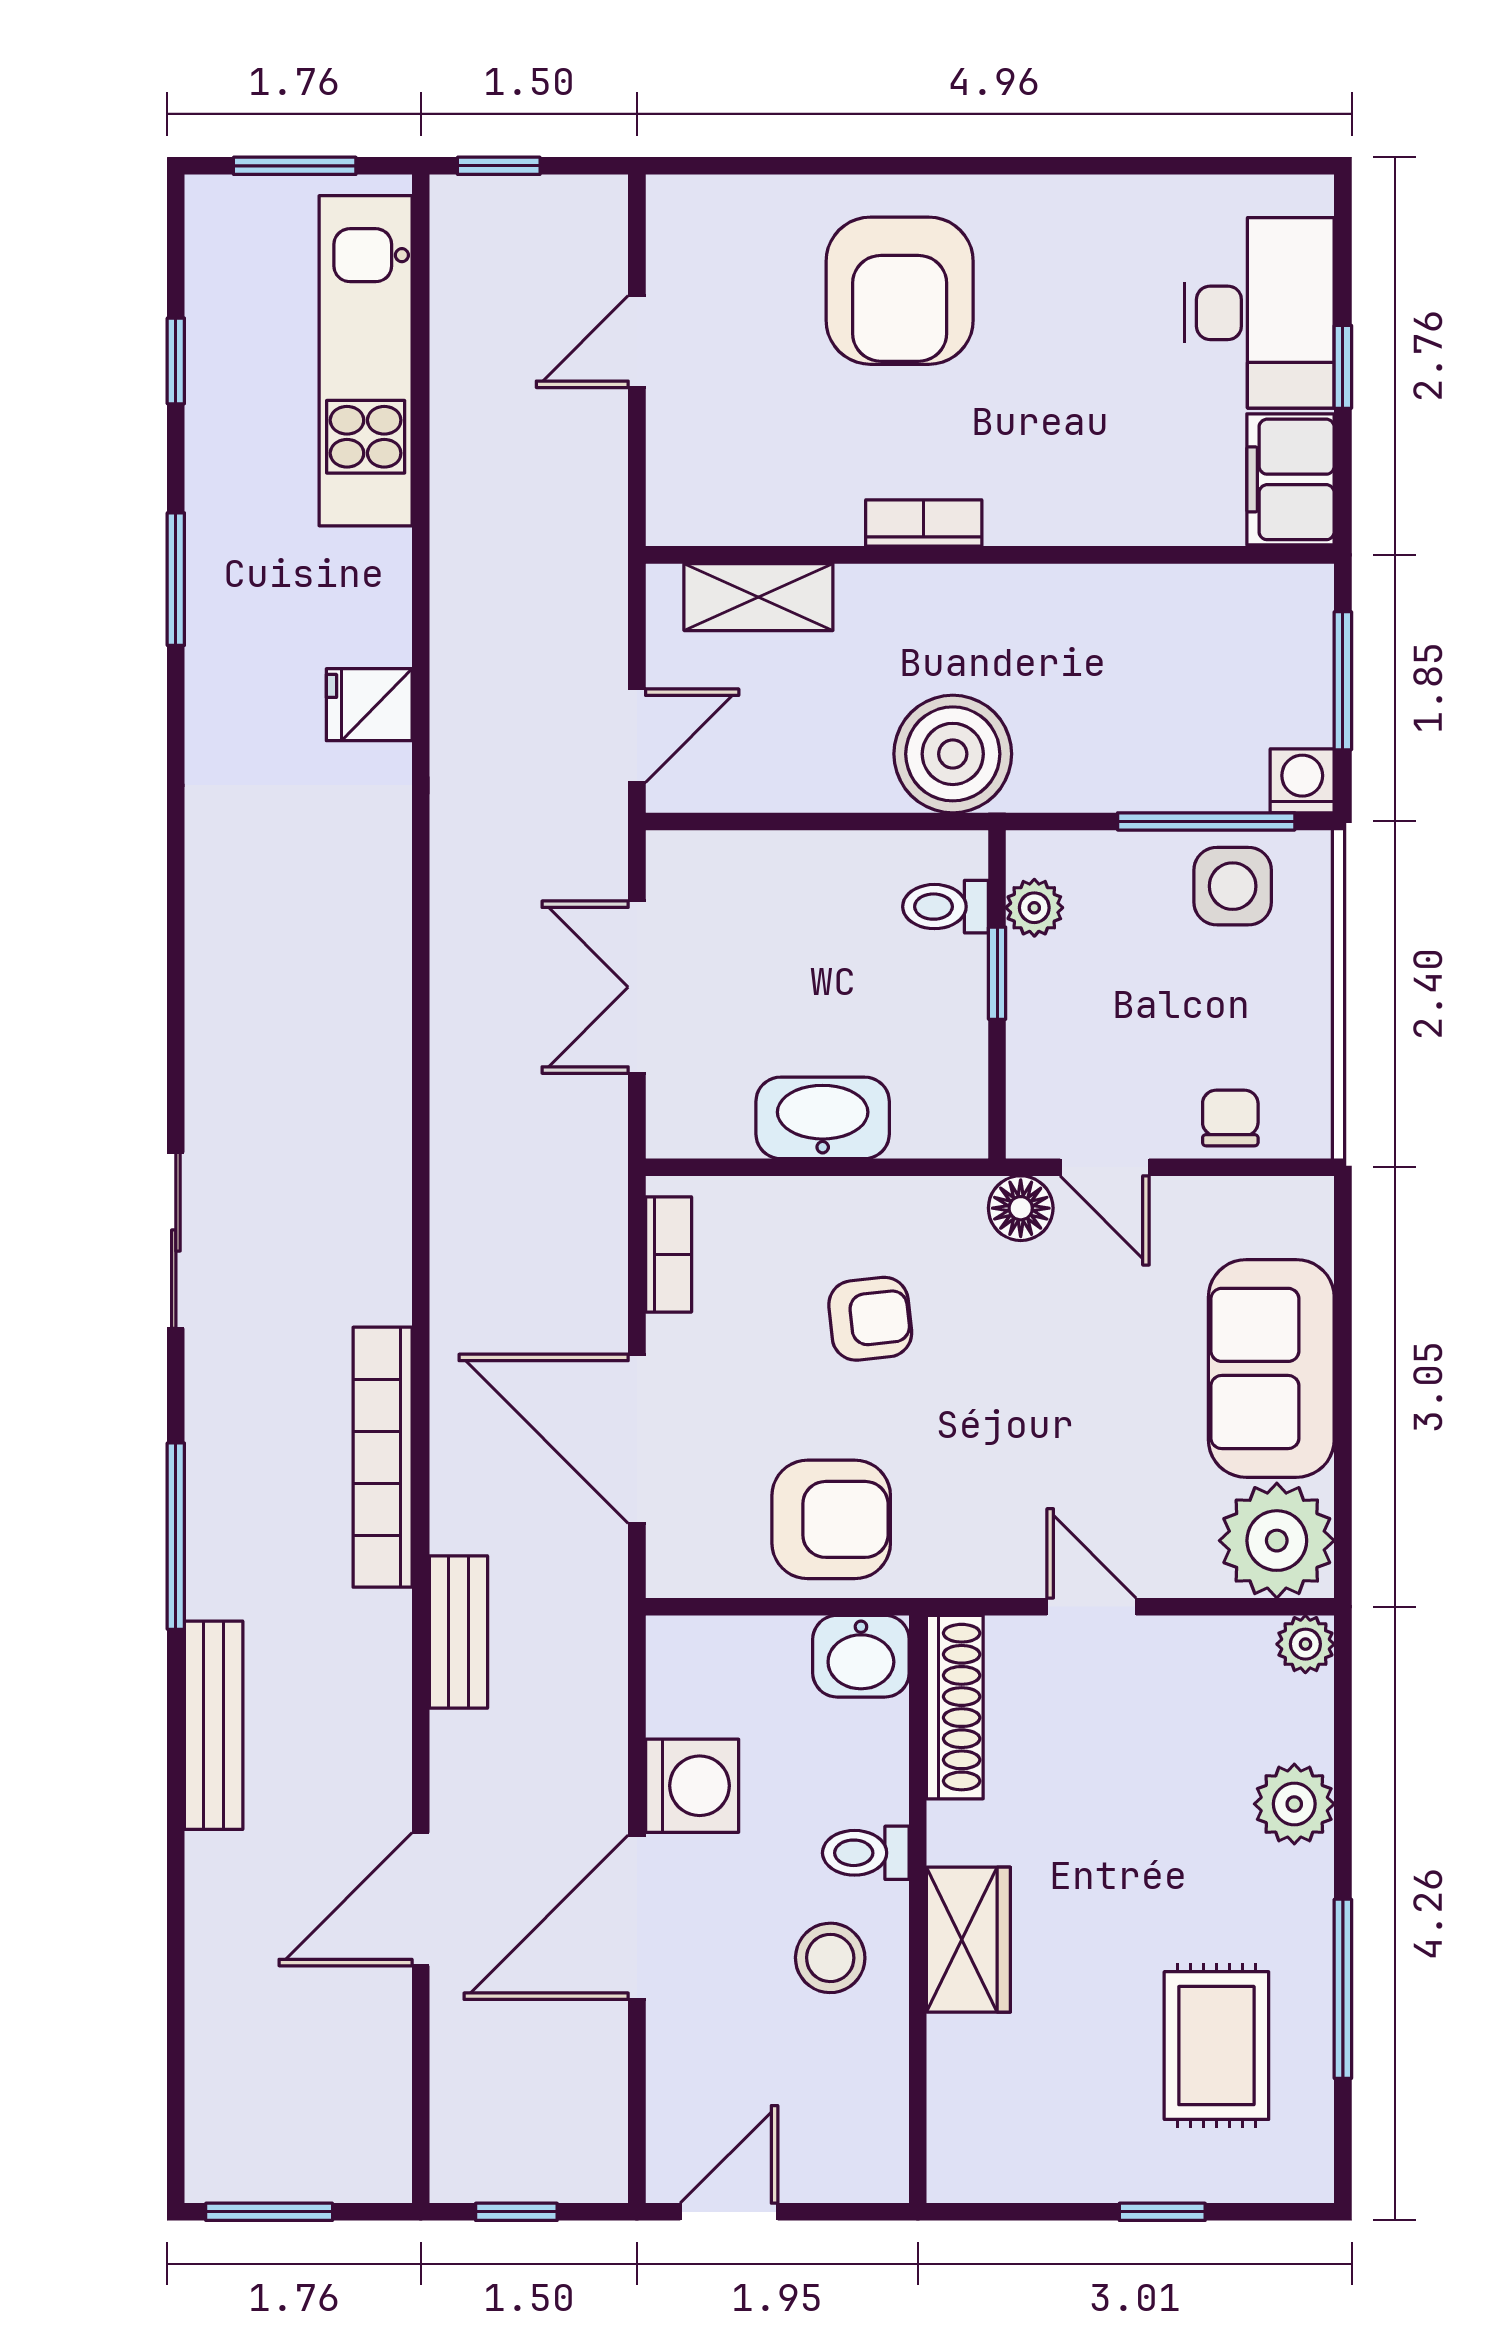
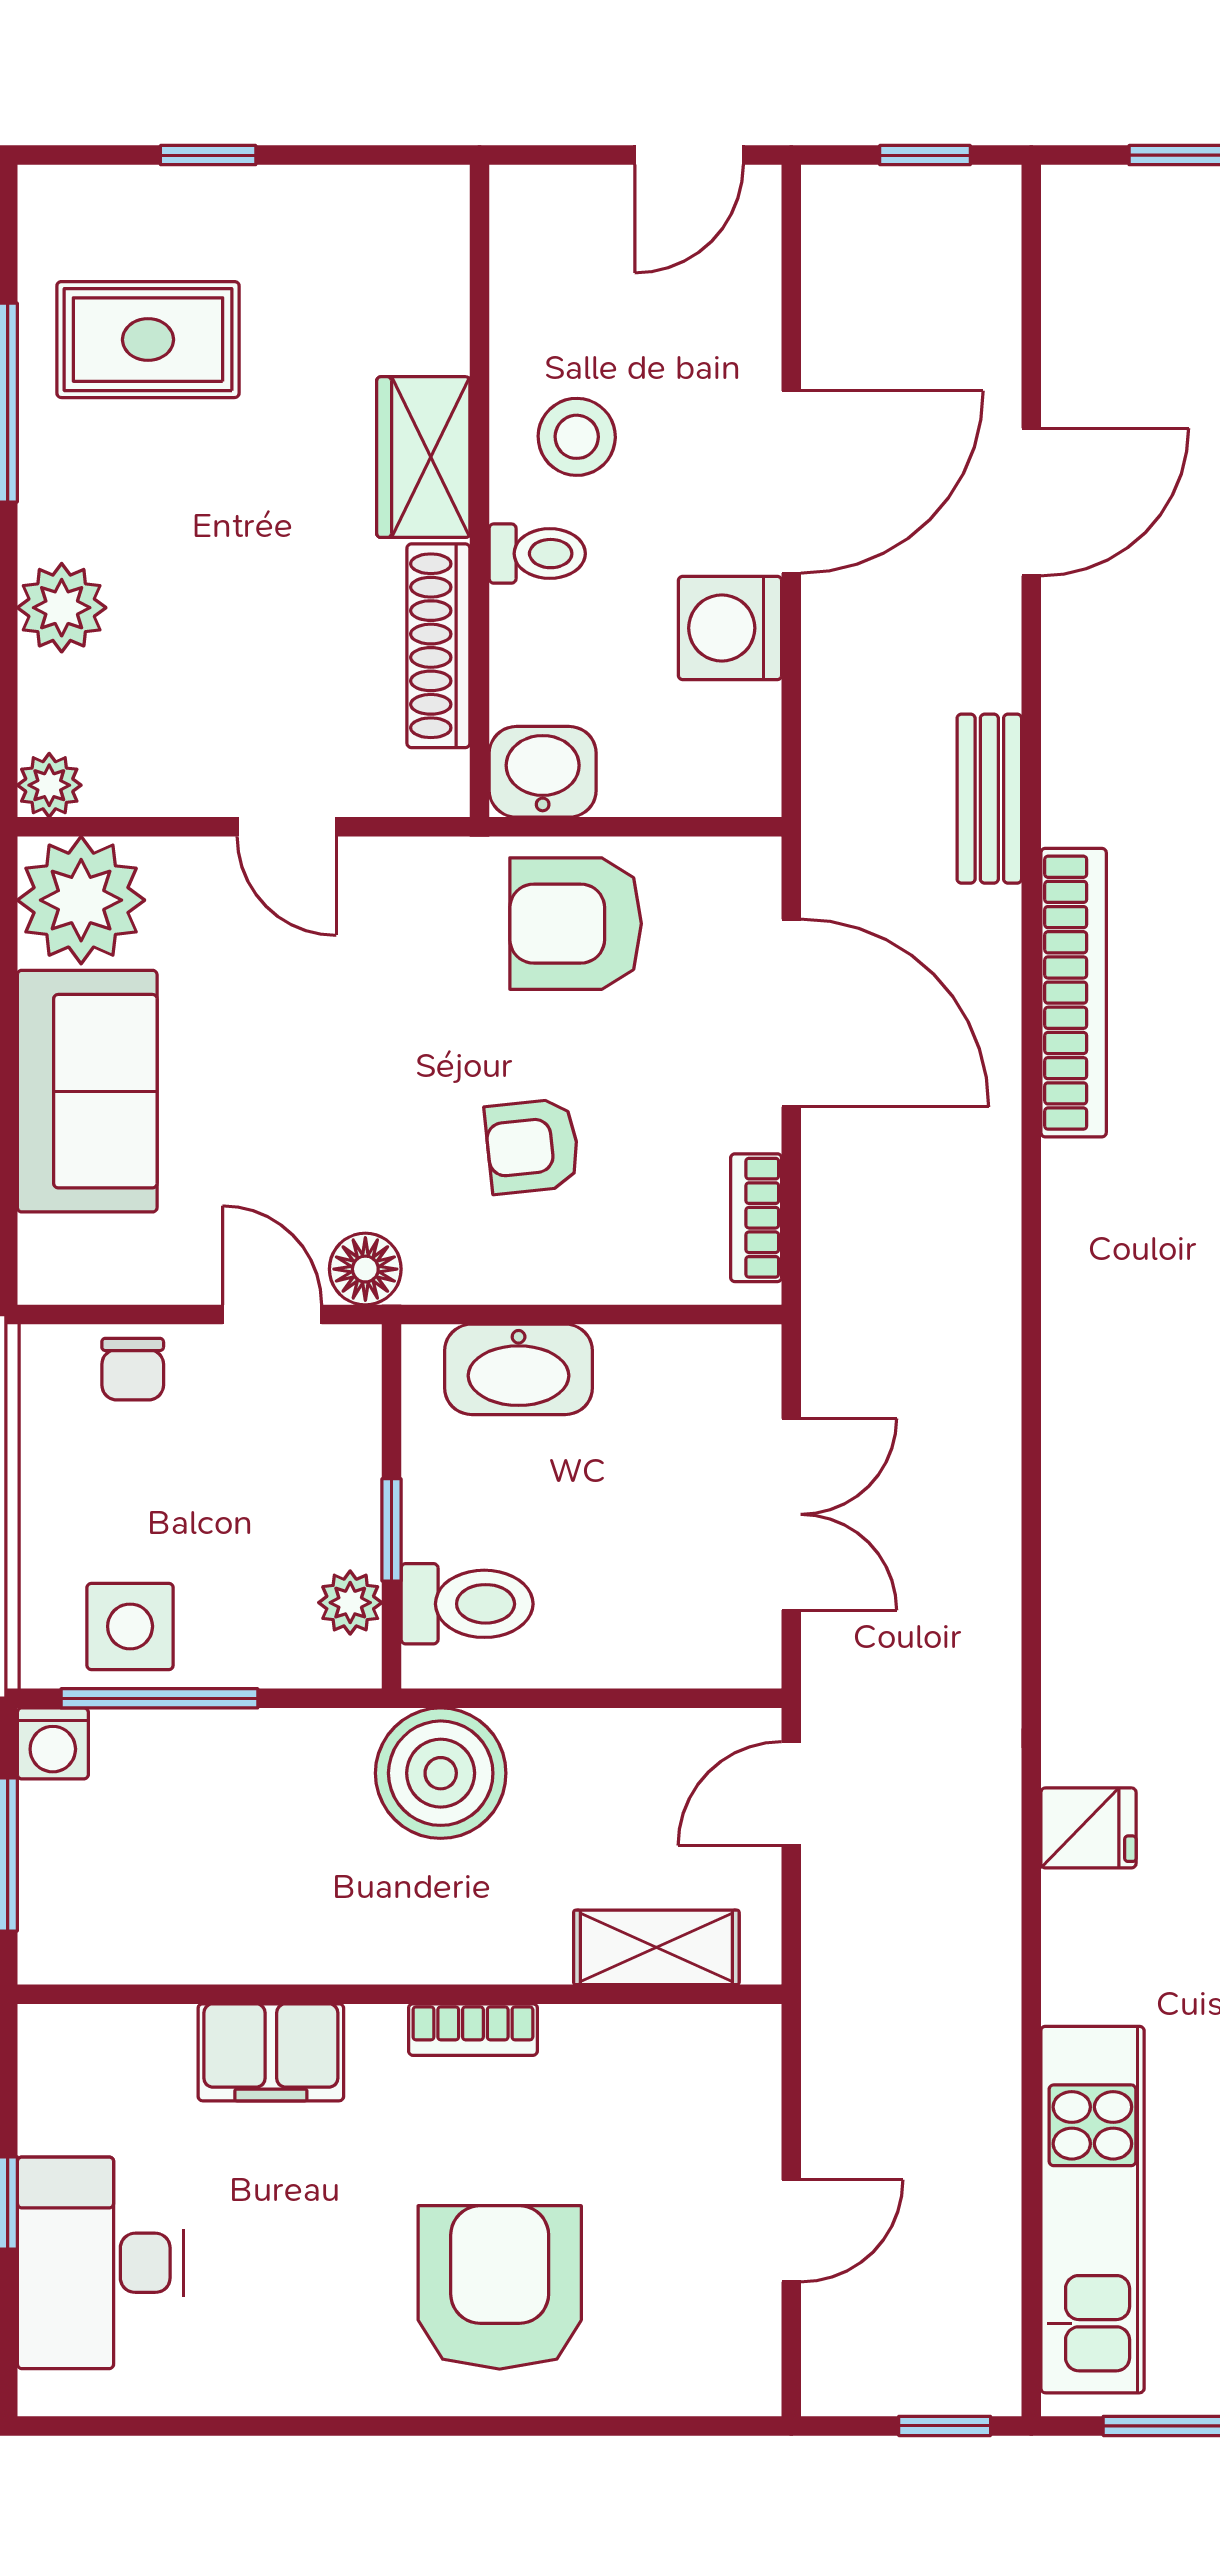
filing cabinet: (1291, 479) -> (271, 2052), moved, turned 90
toilet: (946, 907) -> (467, 1604), width x1.37, depth x1.39
washbasin: (823, 1118) -> (519, 1369), moved
shoe rack: (955, 1707) -> (438, 646), moved
rug: (1216, 2046) -> (148, 340), turned 90

